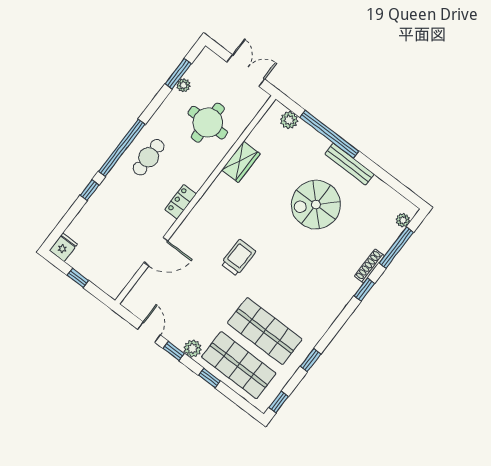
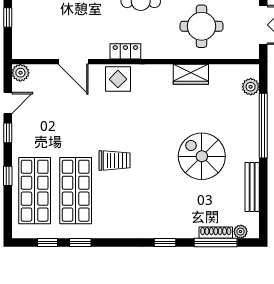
bench: (350, 164) -> (252, 187), moved
display table: (199, 225) -> (118, 79), added
trolley: (238, 258) -> (115, 160), moved
shoe rack: (369, 266) -> (216, 233), moved
plant: (193, 349) -> (20, 73), moved
window: (279, 402) -> (48, 242), moved

